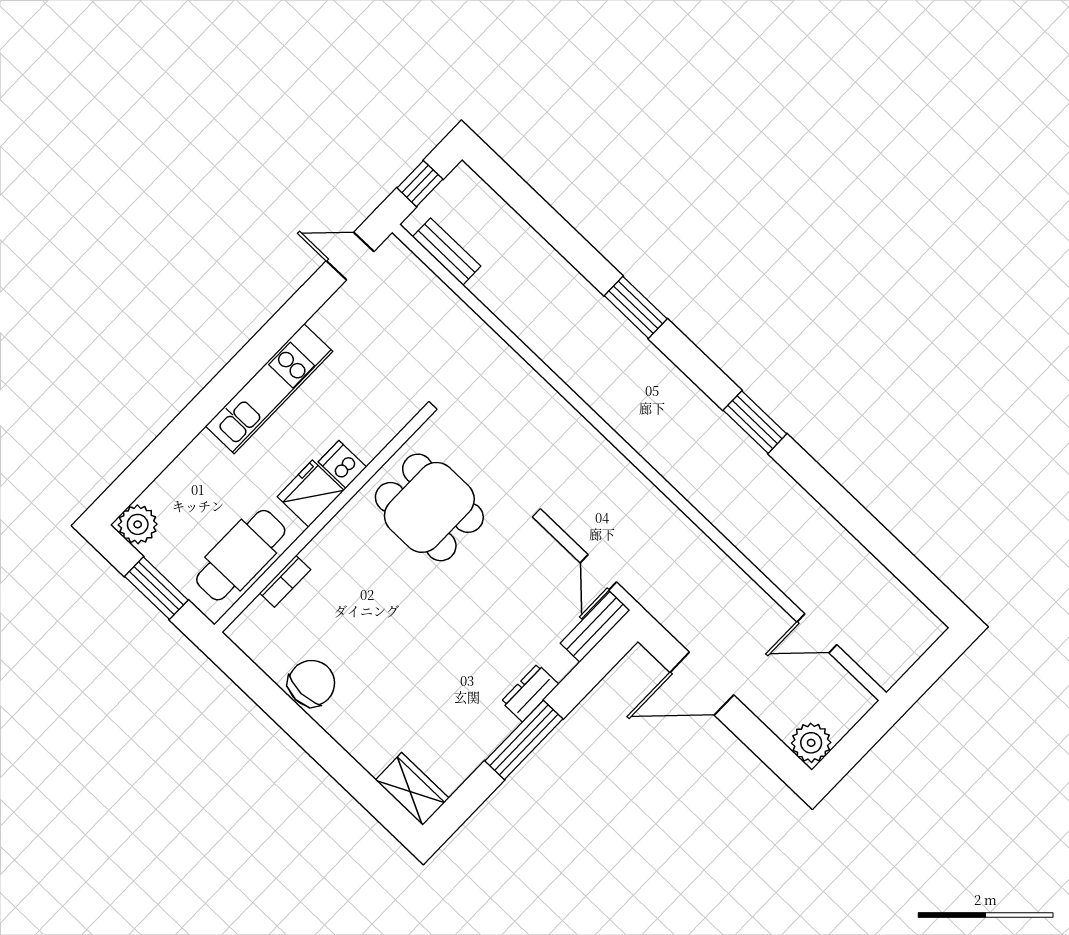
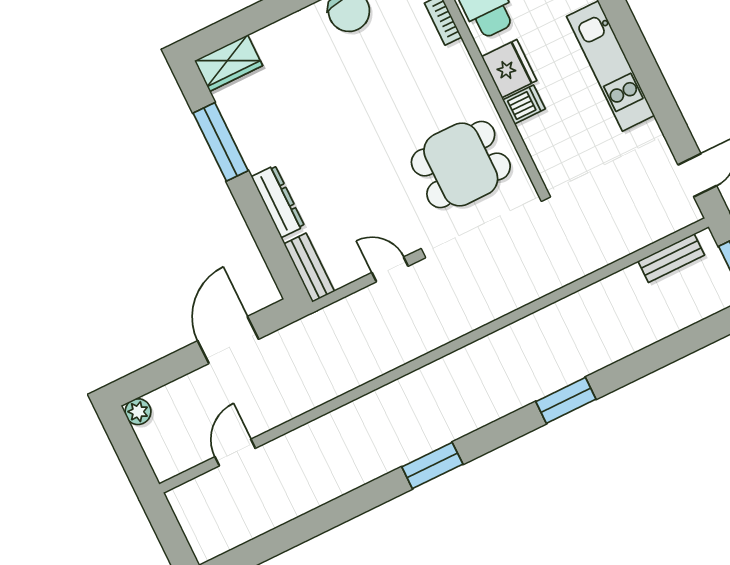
door: (598, 572) -> (390, 269), moved
dresser: (530, 693) -> (278, 201), width x1.44
window: (524, 740) -> (221, 142), moved
plant: (811, 743) -> (138, 412), width x0.73, depth x0.73

